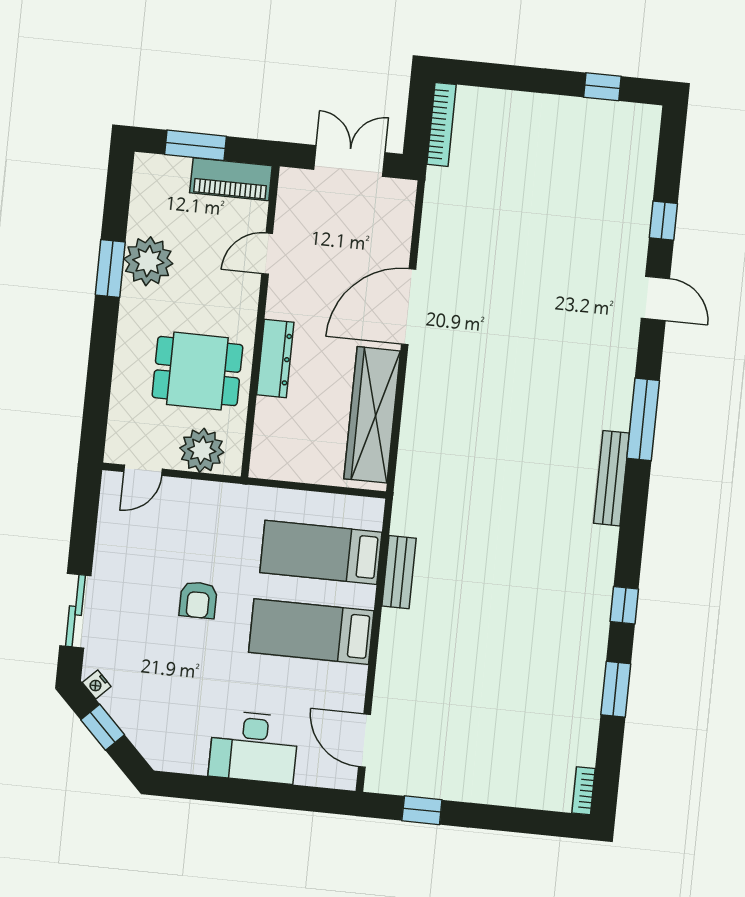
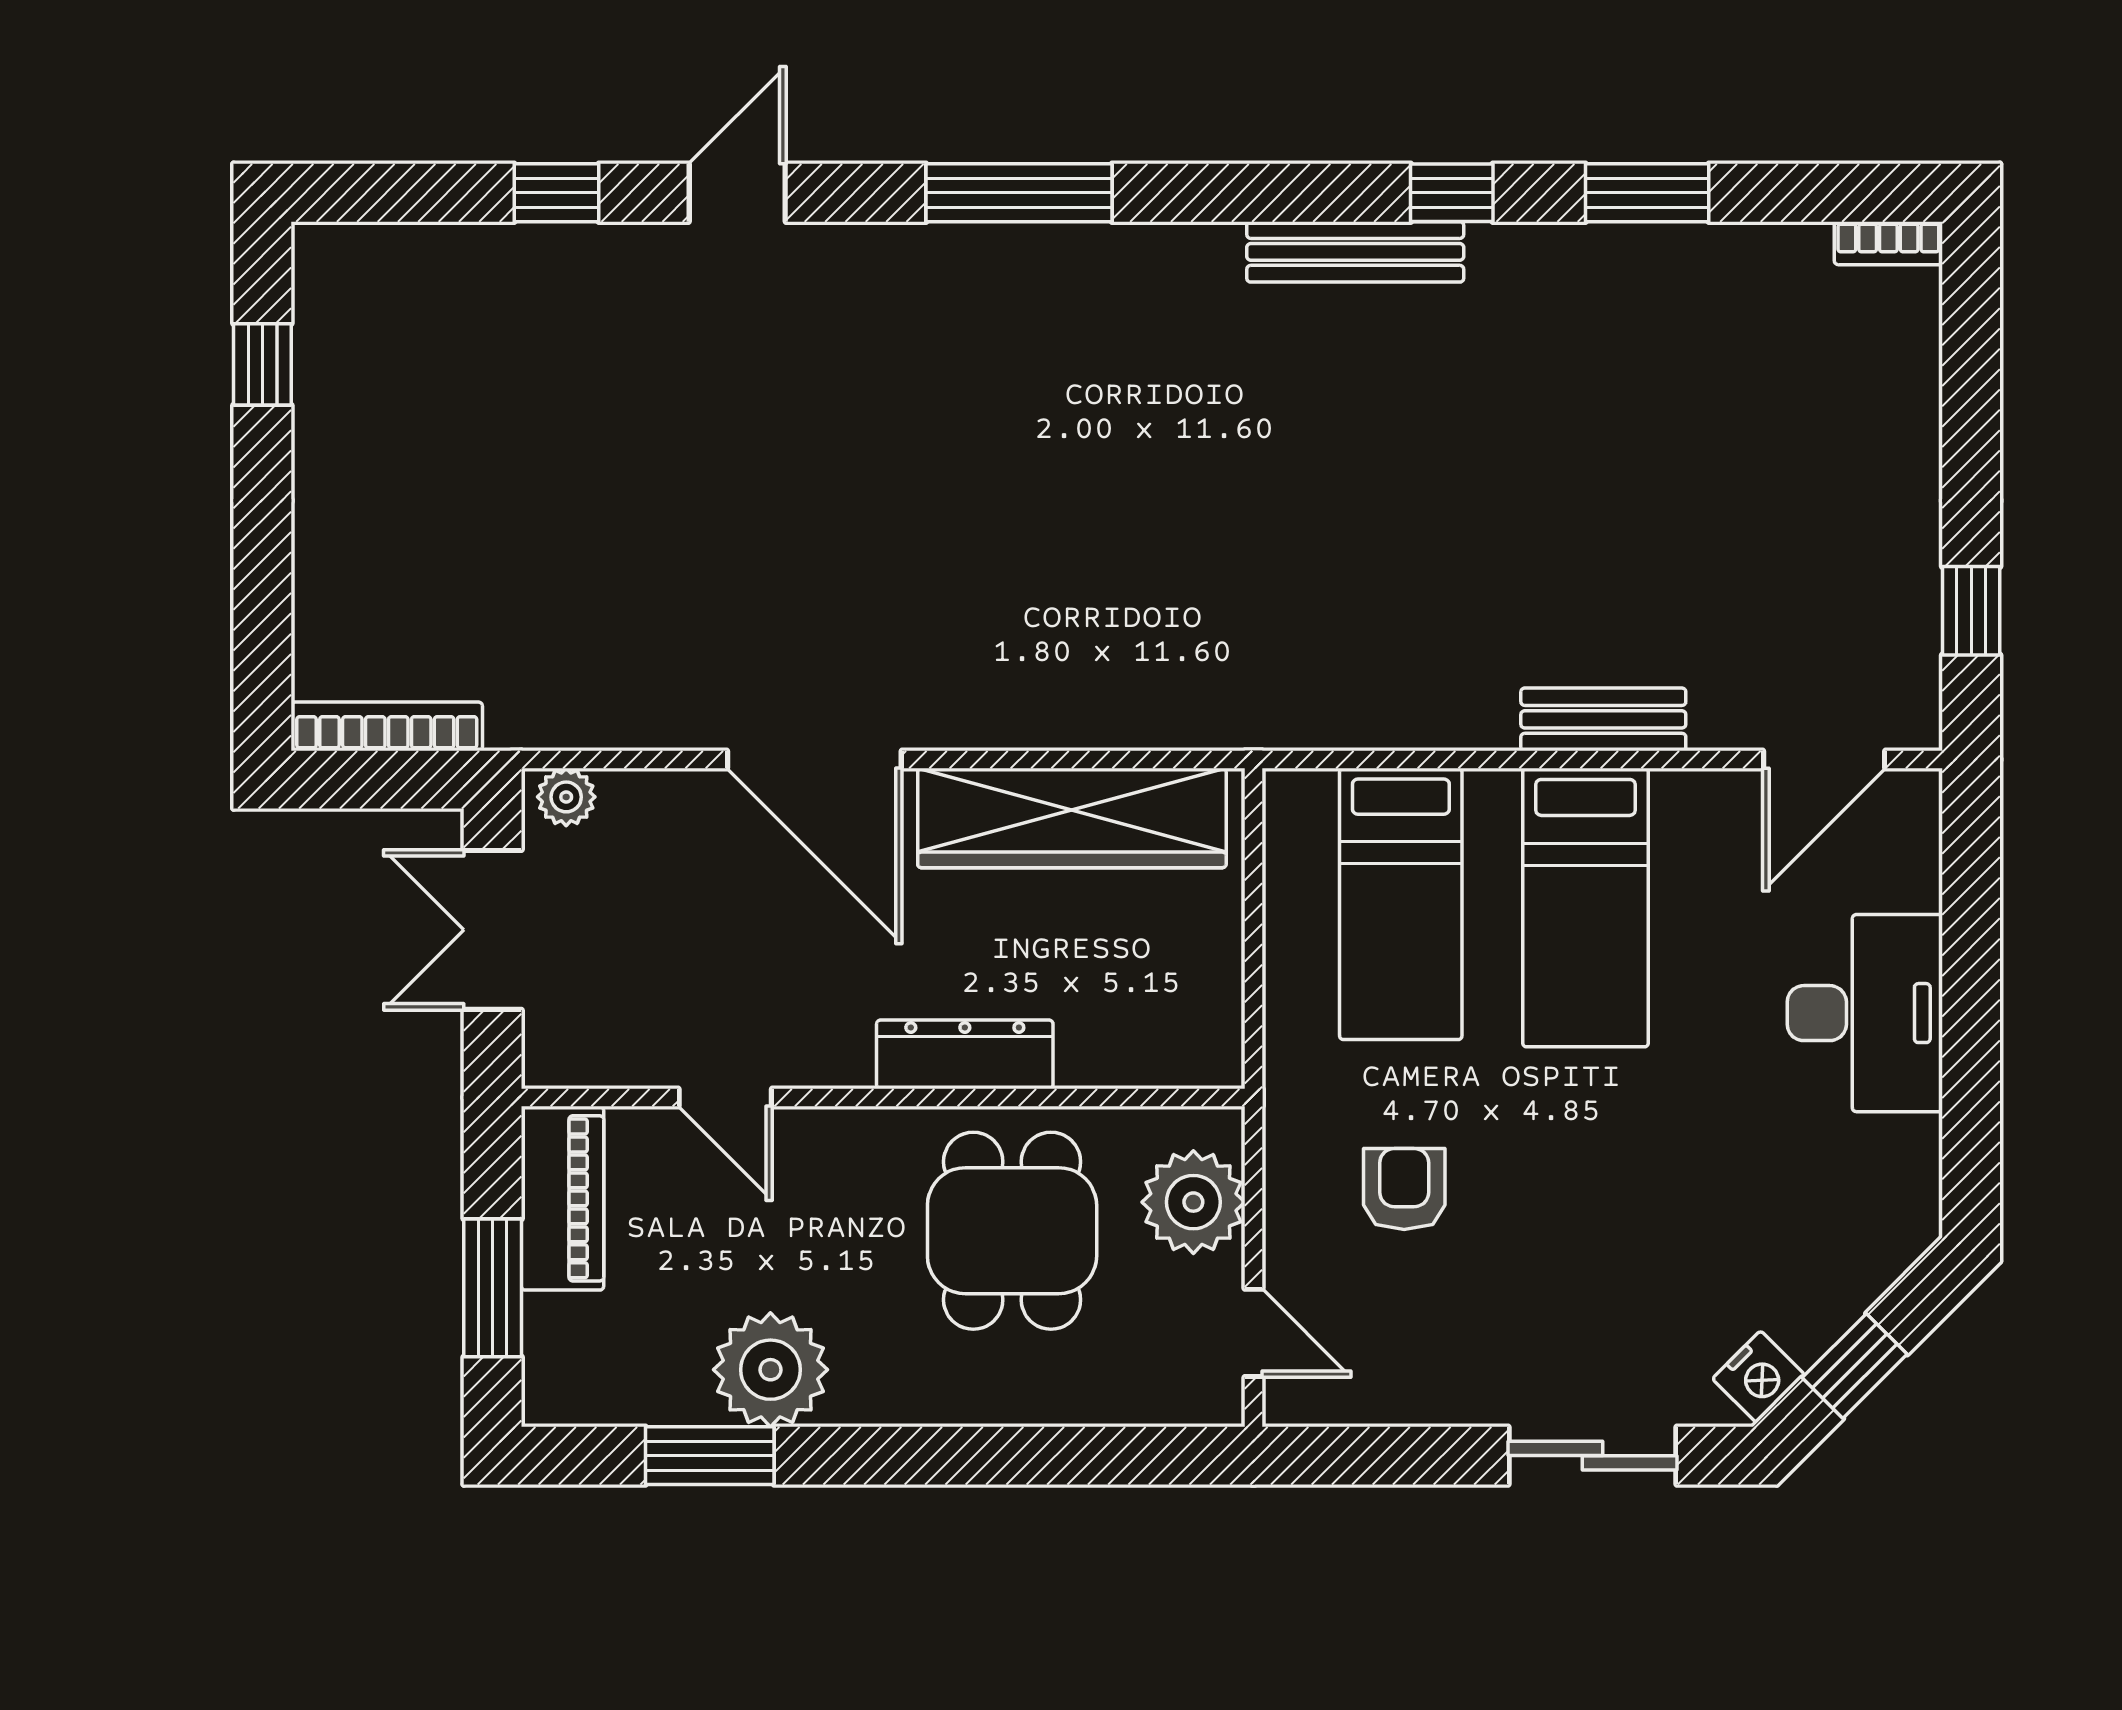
plant: (403, 198) -> (566, 797), added
window: (110, 268) -> (710, 1456), moved
bench: (611, 478) -> (1355, 252), moved
bench: (399, 572) -> (1603, 719), moved
armchair: (198, 600) -> (1404, 1189), moved, turned -90
nightstand: (97, 685) -> (1759, 1377), width x1.39, depth x1.35

